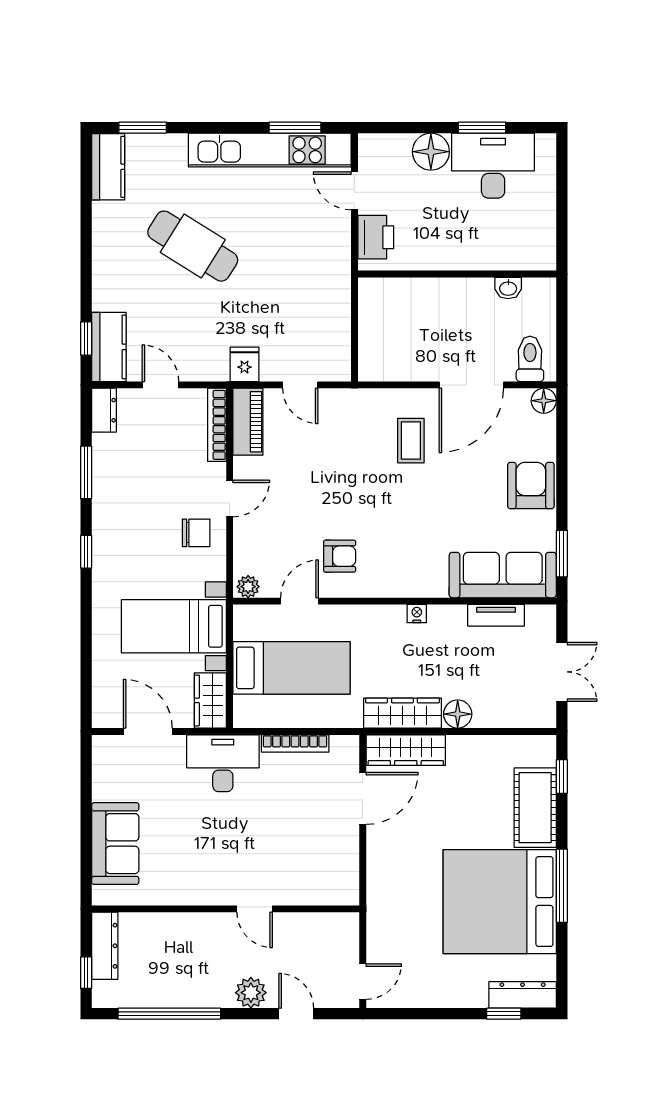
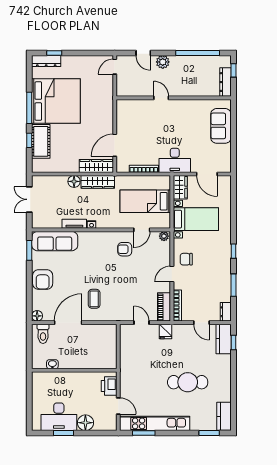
cafe table: (193, 246) -> (188, 382), turned -32
tv unit: (496, 615) -> (74, 224), moved
window: (562, 777) -> (29, 140), moved

